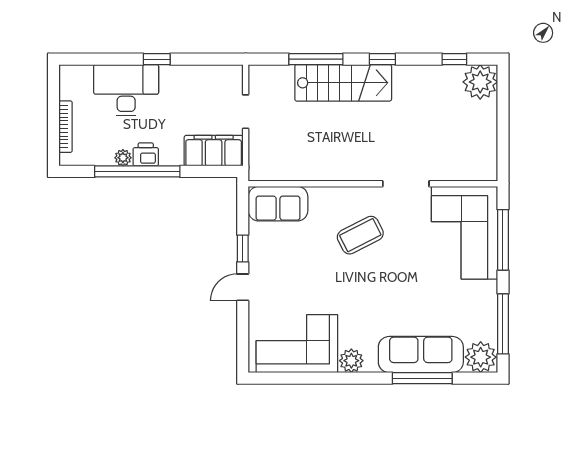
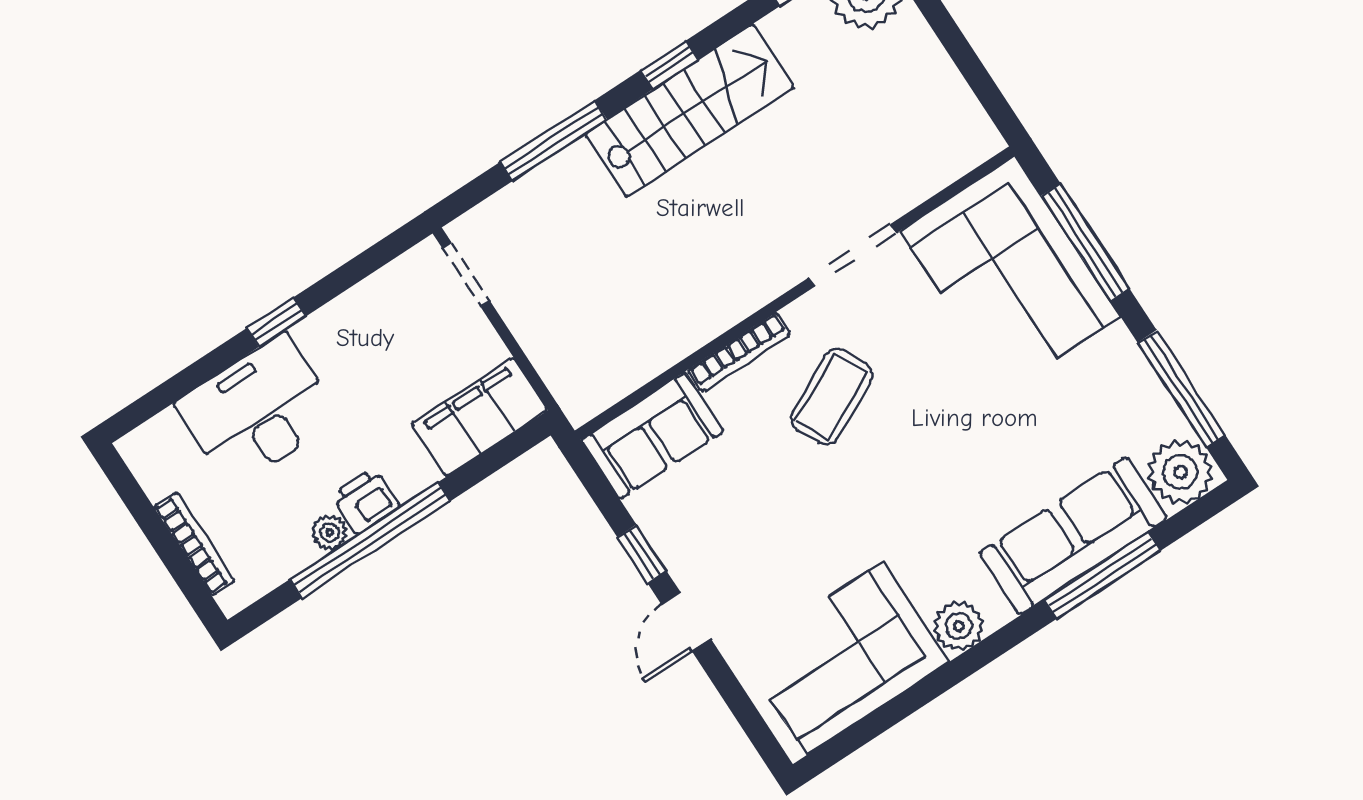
stairs: (343, 83) -> (690, 110), moved
doorway: (246, 112) -> (466, 274), moved
bookcase: (335, 193) -> (739, 352), added

